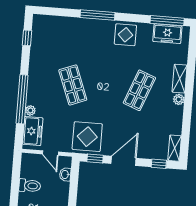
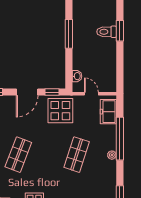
shop shelf: (73, 85) -> (77, 155), turned 39
plant: (30, 110) -> (112, 155), moved
toilet: (30, 186) -> (107, 64), removed

